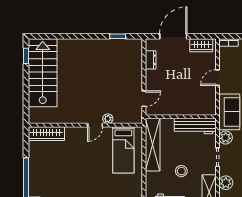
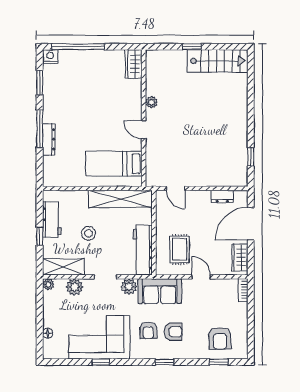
door: (173, 36) -> (251, 224), swing flipped
window: (26, 56) -> (192, 47), moved
stairs: (43, 73) -> (218, 61), width x0.73, depth x0.66
rug: (195, 95) -> (180, 250), added
plant: (108, 119) -> (151, 102), moved
wardrobe: (46, 134) -> (134, 64), width x0.67

